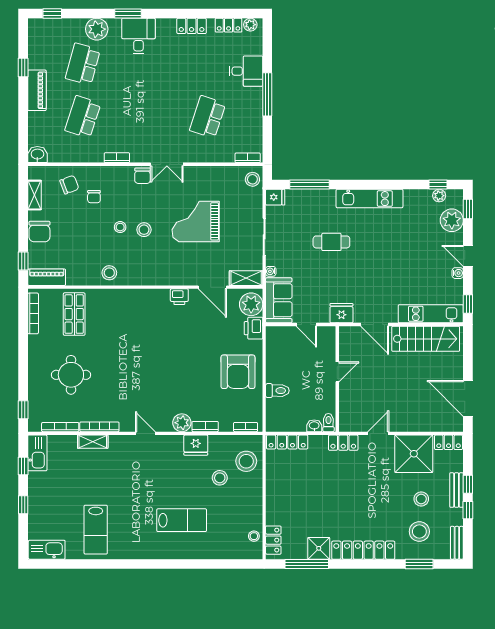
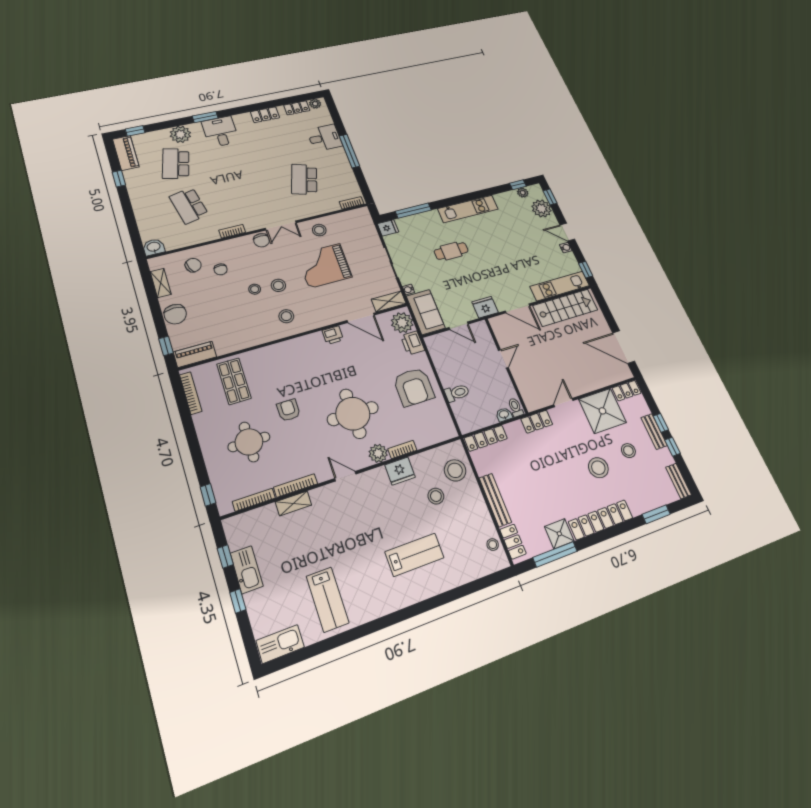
piano: (37, 90) -> (126, 153), moved
school desk: (83, 117) -> (189, 206), turned -30
stool: (252, 179) -> (319, 230), moved
stool: (109, 273) -> (286, 316), moved
armchair: (115, 357) -> (288, 410), added
round table: (172, 379) -> (353, 414), added
bookcase: (246, 427) -> (441, 437), removed
kitchen sink: (37, 453) -> (247, 570), moved
bench: (272, 500) -> (495, 500), added
stool: (419, 531) -> (598, 468), moved

